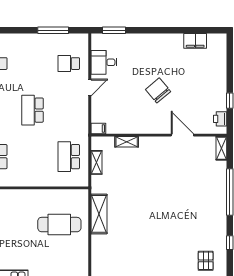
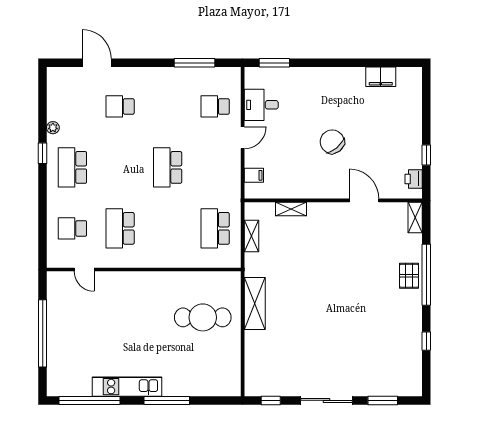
filing cabinet: (98, 129) -> (254, 175), moved
pallet: (206, 261) -> (409, 276), moved

